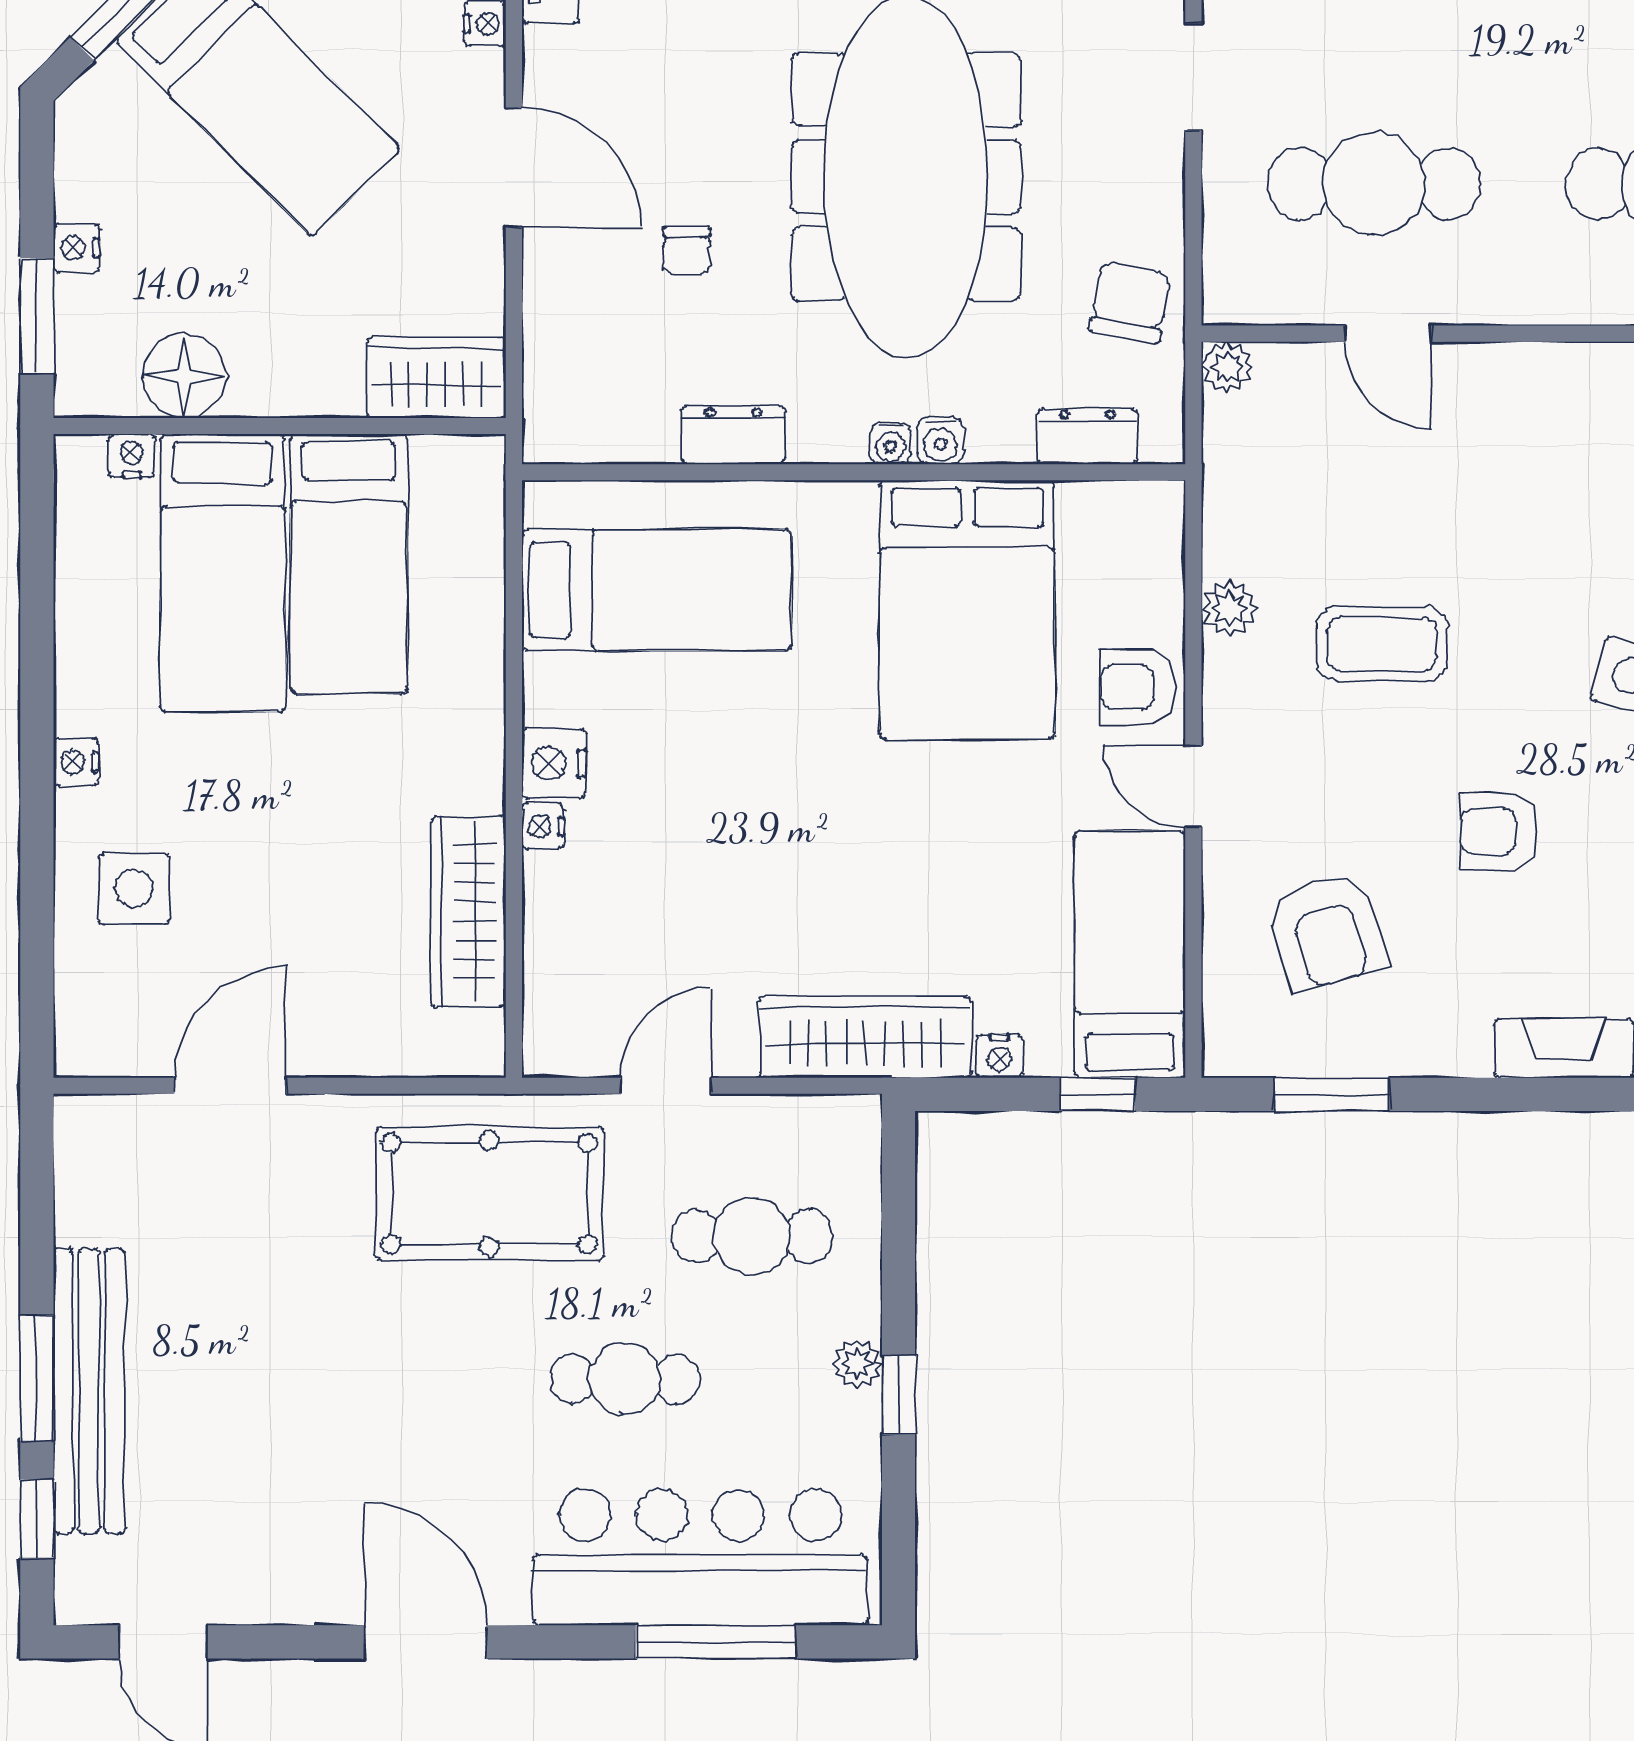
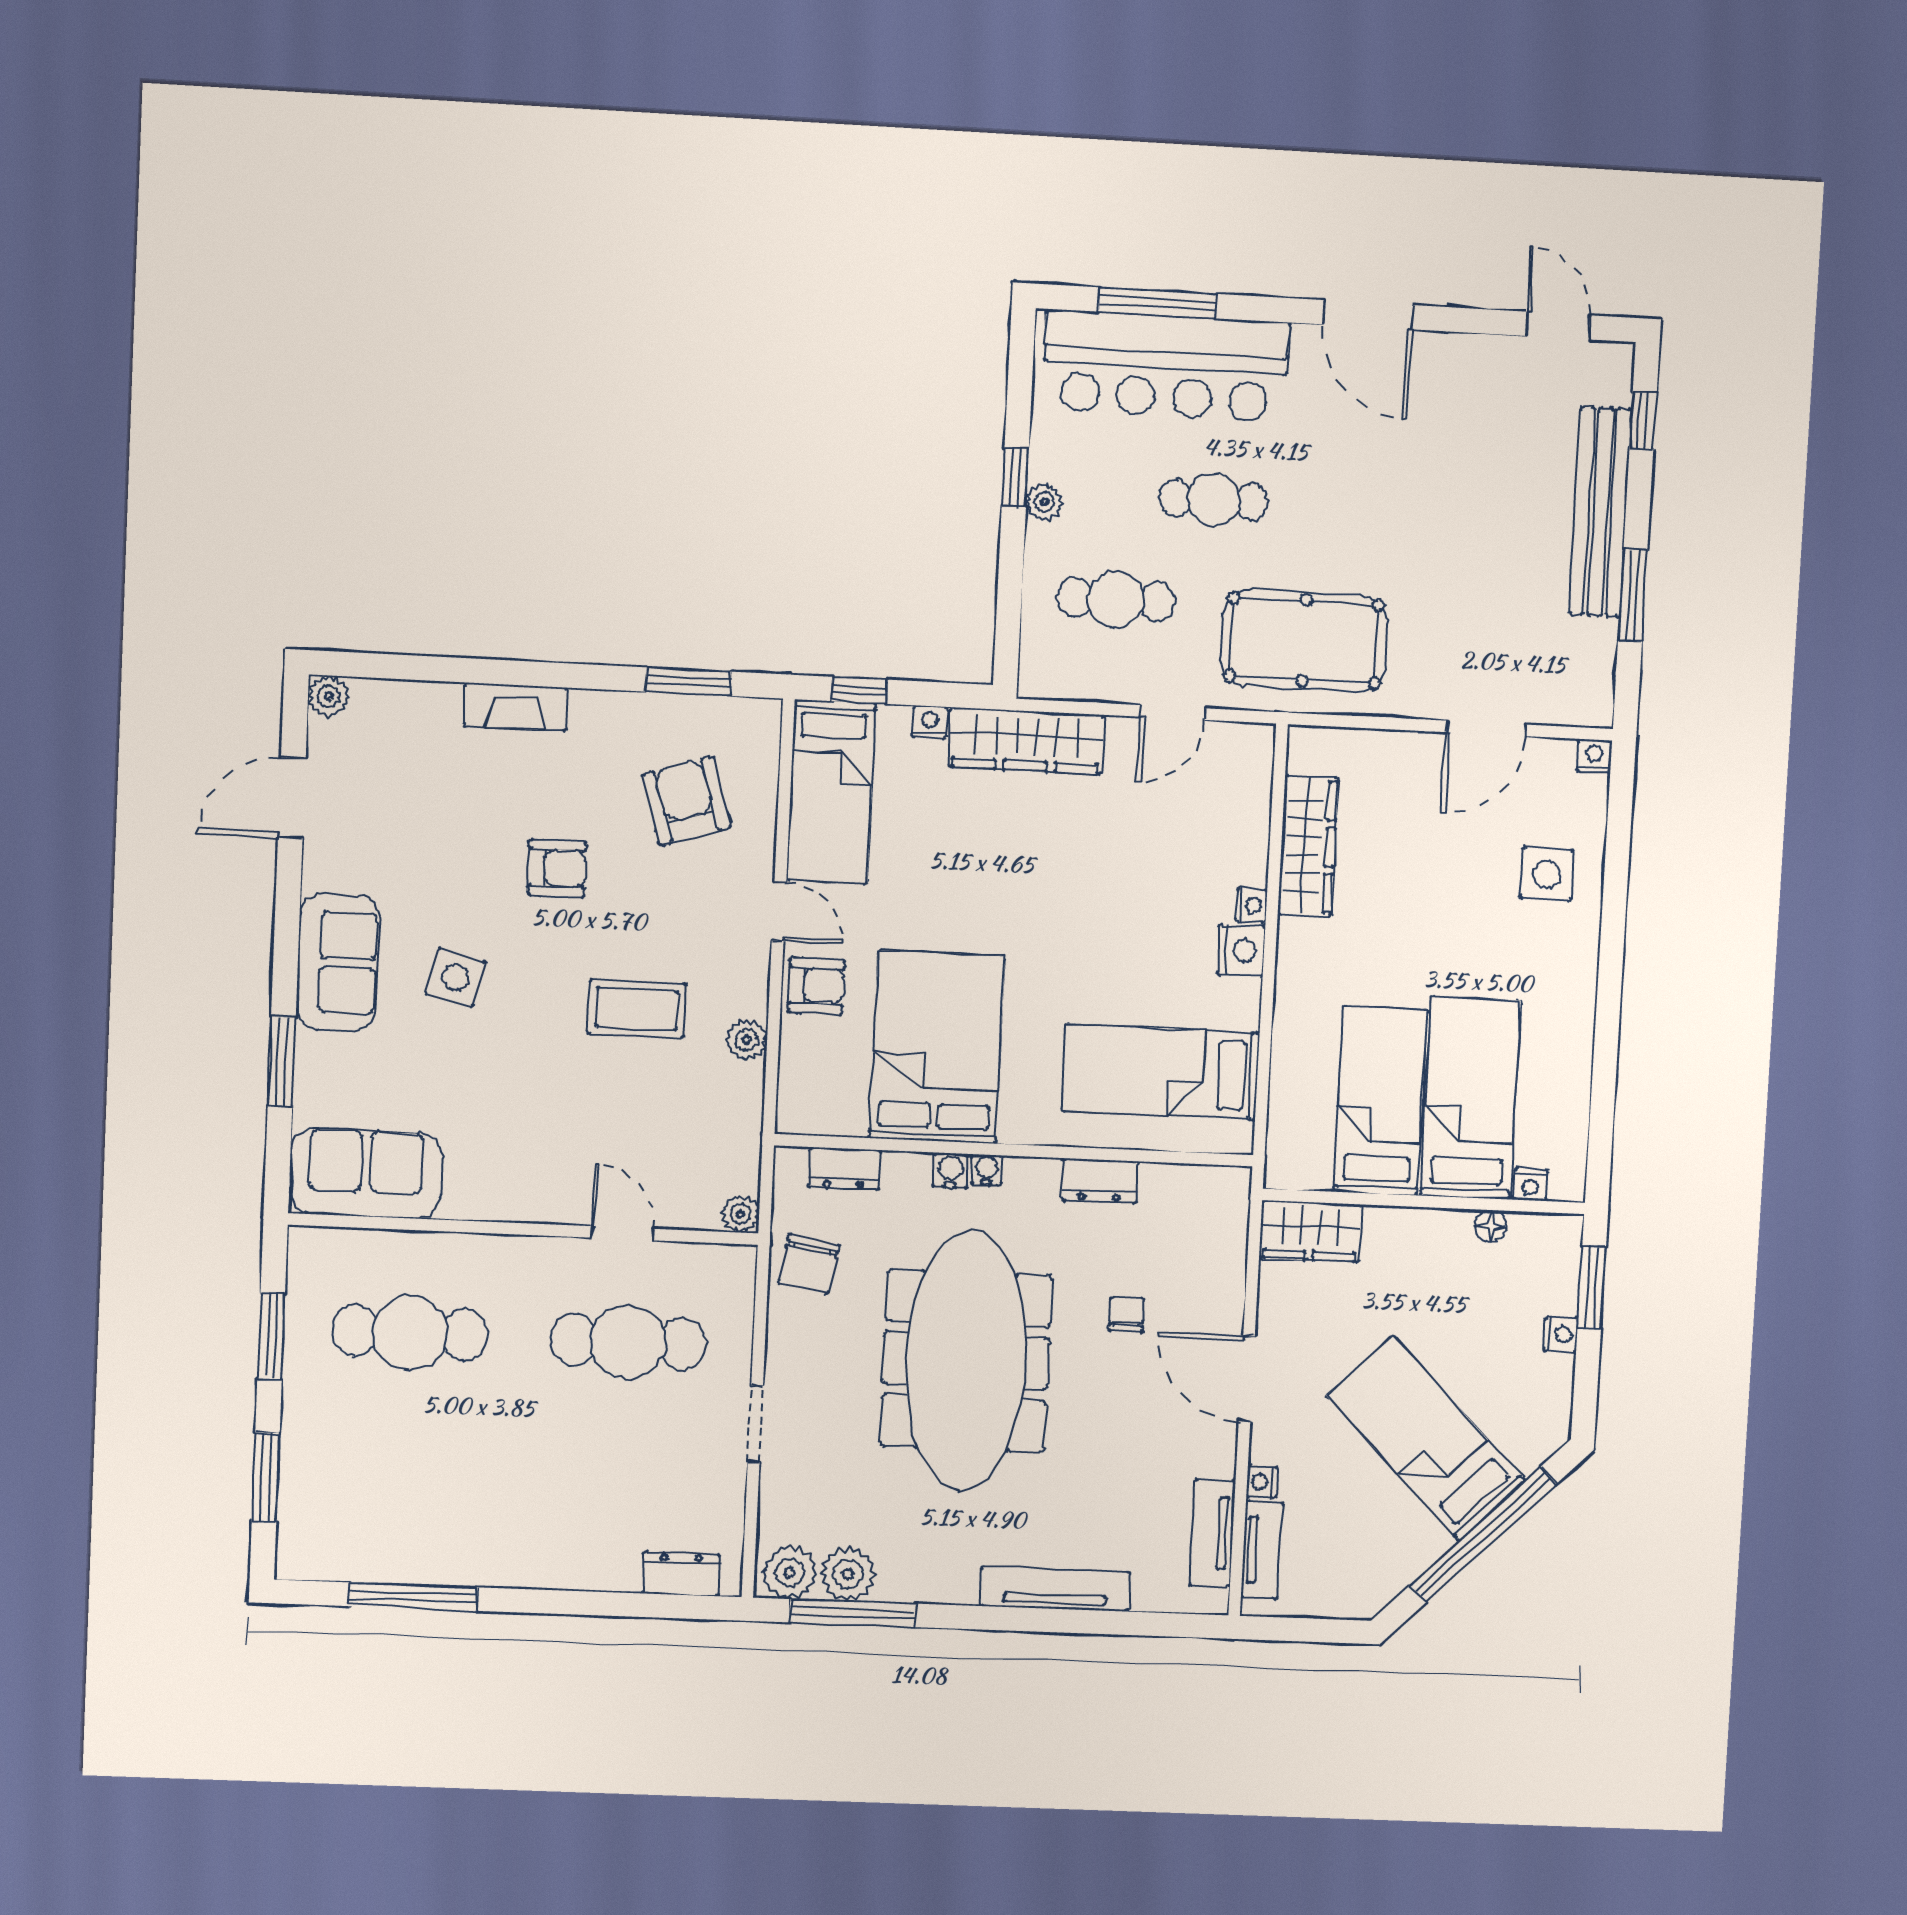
floor lamp: (184, 376) -> (1491, 1226), width x0.53, depth x0.53
nightstand: (76, 762) -> (1594, 756), moved, turned -90
window: (37, 1378) -> (1633, 595), moved

